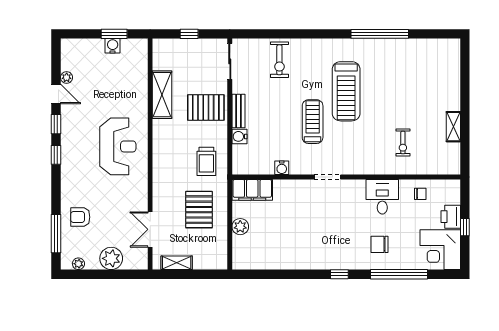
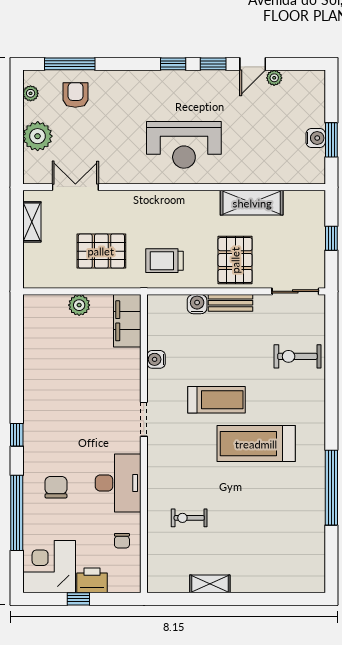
desk: (382, 197) -> (118, 483), width x1.37
armchair: (80, 217) -> (75, 95), moved

